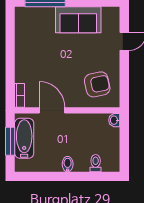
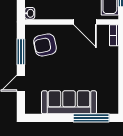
sofa: (78, 20) -> (69, 102), width x1.36
window: (124, 77) -> (21, 52), added

